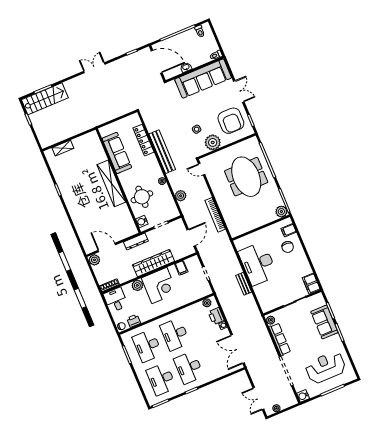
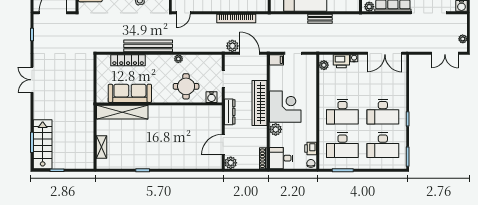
shelving: (111, 183) -> (122, 112), moved
plant: (181, 196) -> (232, 46), moved
filing cabinet: (181, 268) -> (277, 60), moved

